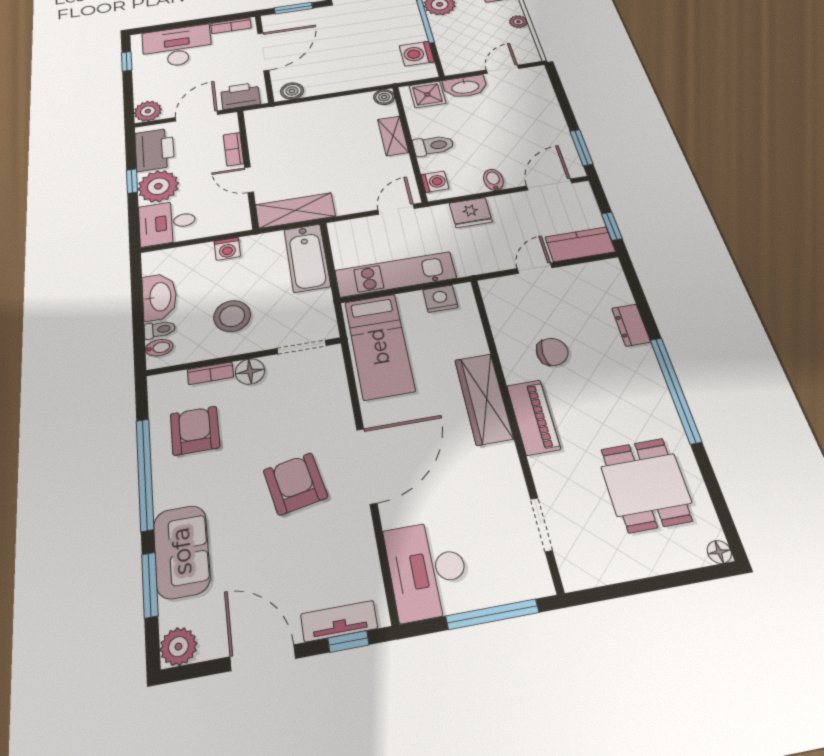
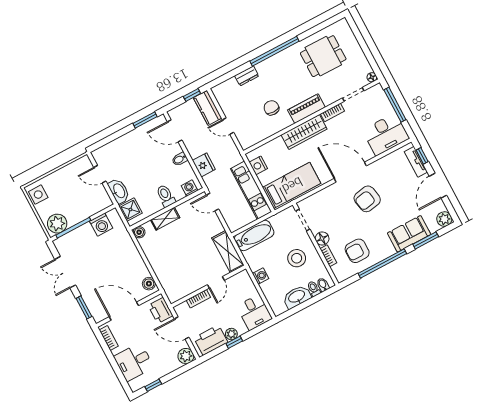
plant: (518, 22) -> (59, 175), removed
desk: (177, 46) -> (134, 362), width x0.73
plant: (158, 186) -> (231, 334), width x0.53, depth x0.53
bookcase: (511, 467) -> (333, 112), added
floor lamp: (719, 552) -> (372, 77), moved

